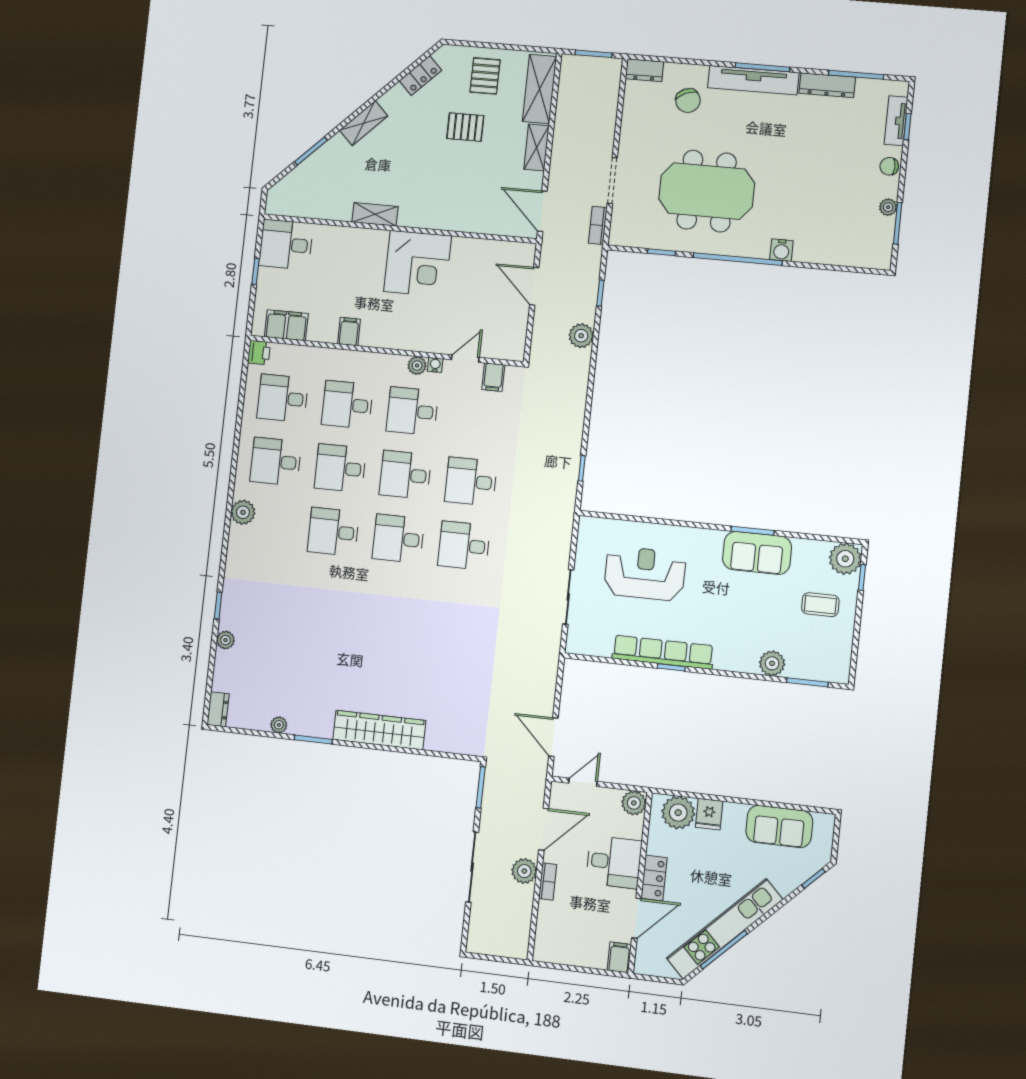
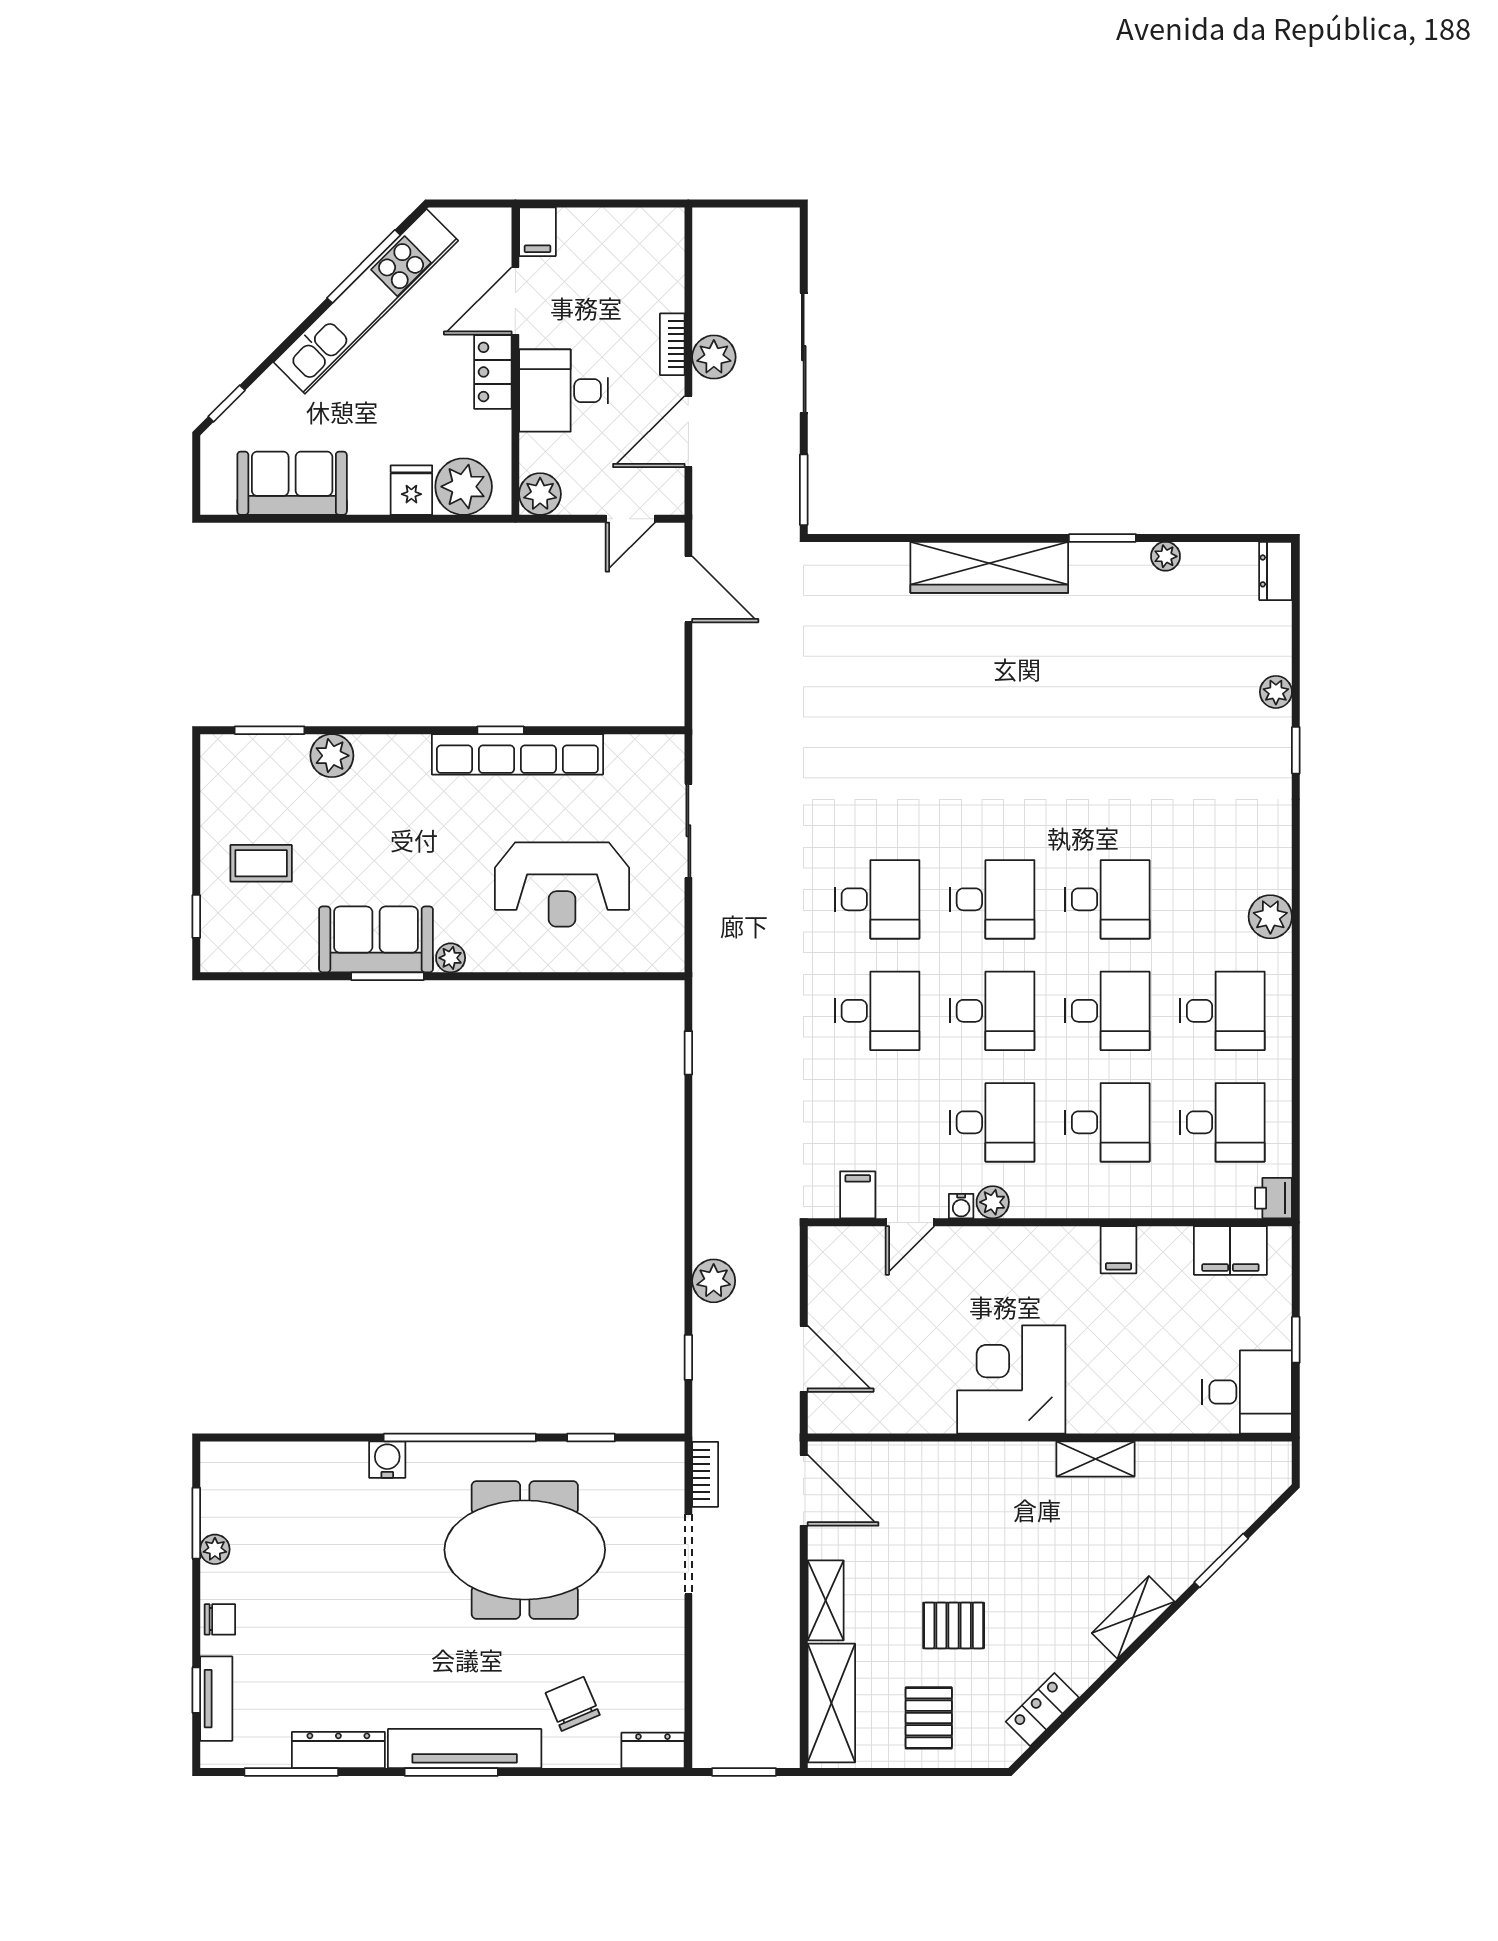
plant: (845, 559) -> (451, 958), moved, width x0.53, depth x0.53

